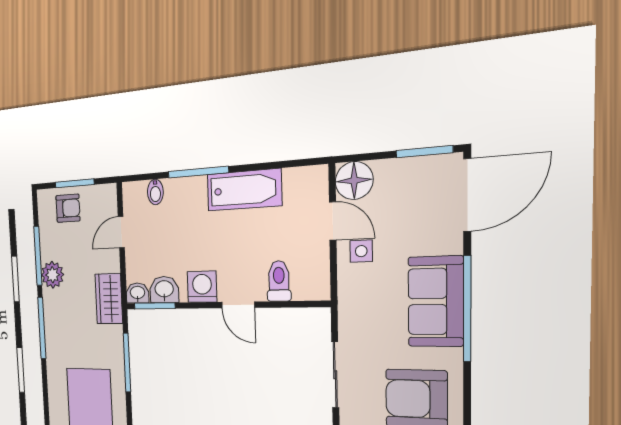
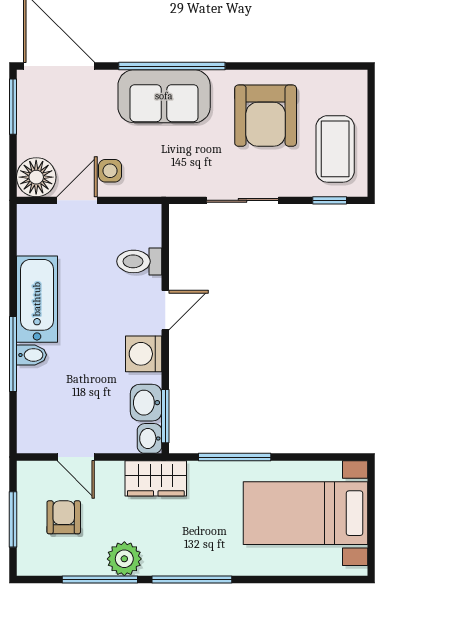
bidet: (155, 192) -> (31, 355), moved
armchair: (68, 208) -> (64, 517), moved

